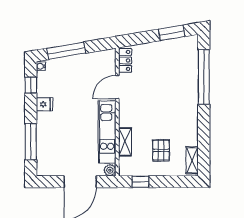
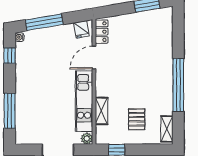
window: (204, 77) -> (178, 85), moved
fridge: (44, 104) -> (81, 29), moved, turned 80

